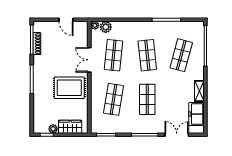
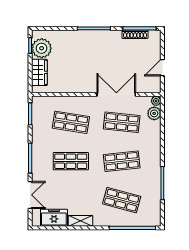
double door: (89, 60) -> (116, 94), width x1.37
rug: (69, 88) -> (84, 71), removed
plant: (53, 129) -> (42, 48), width x1.88, depth x1.88

